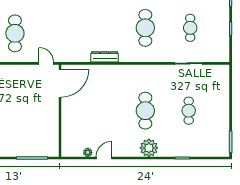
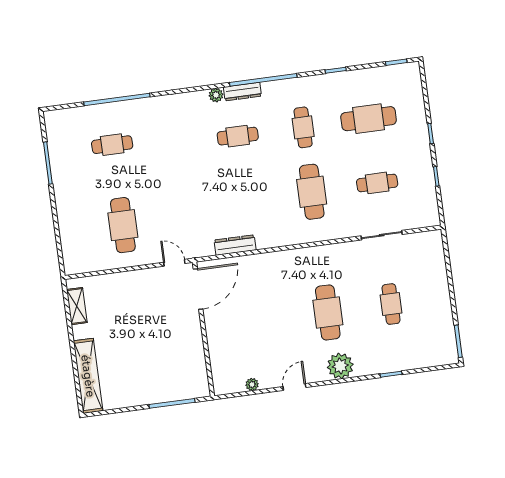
cafe table: (190, 28) -> (377, 183), turned 90
dresser: (105, 57) -> (235, 245), moved
door: (104, 158) -> (294, 387), moved

